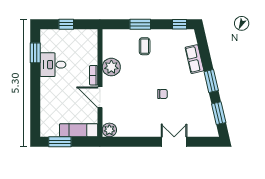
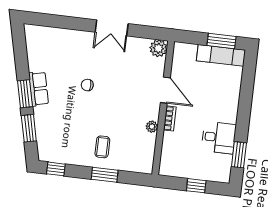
row of seats: (194, 59) -> (39, 89), moved
plant: (111, 67) -> (152, 127), width x0.53, depth x0.53
window: (219, 113) -> (29, 128), moved
exam couch: (79, 130) -> (221, 55), moved
double door: (174, 142) -> (112, 28), moved

